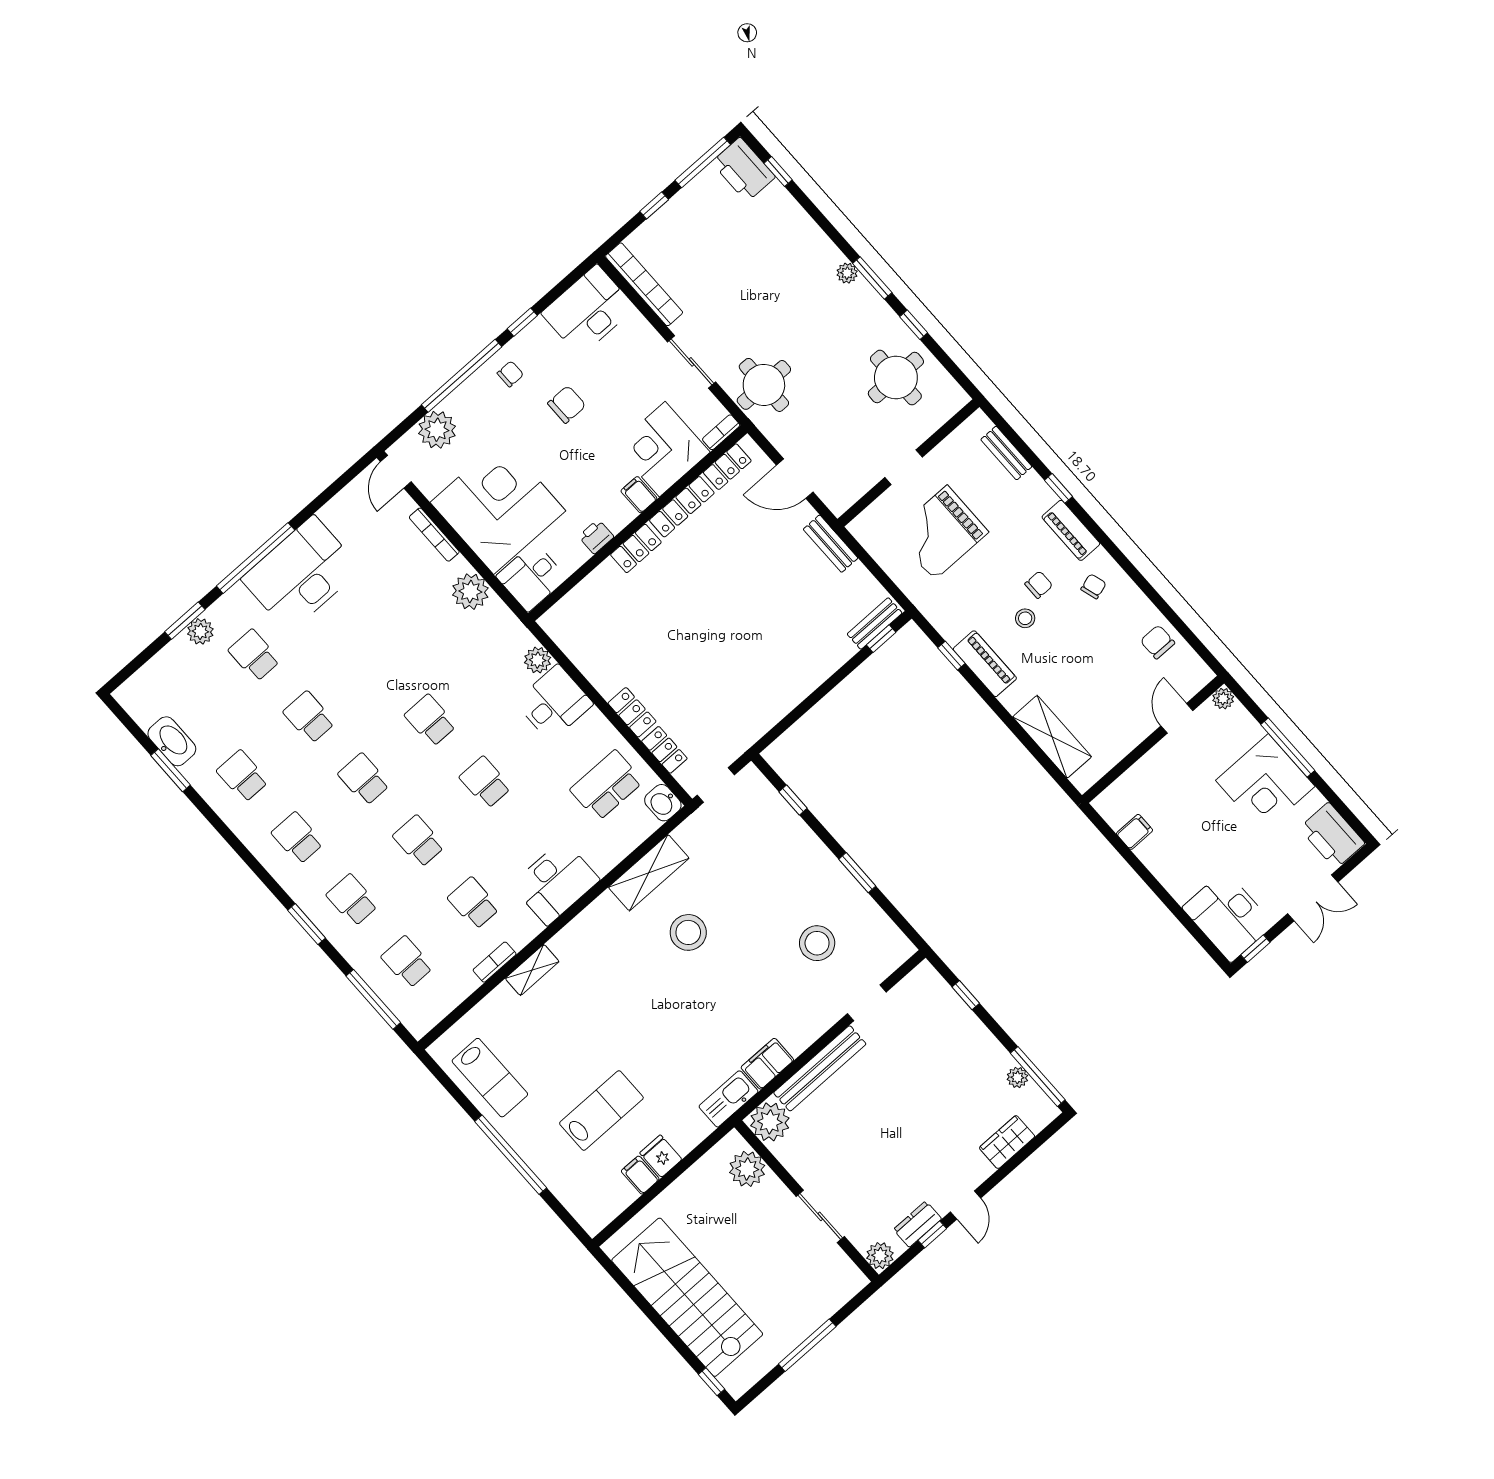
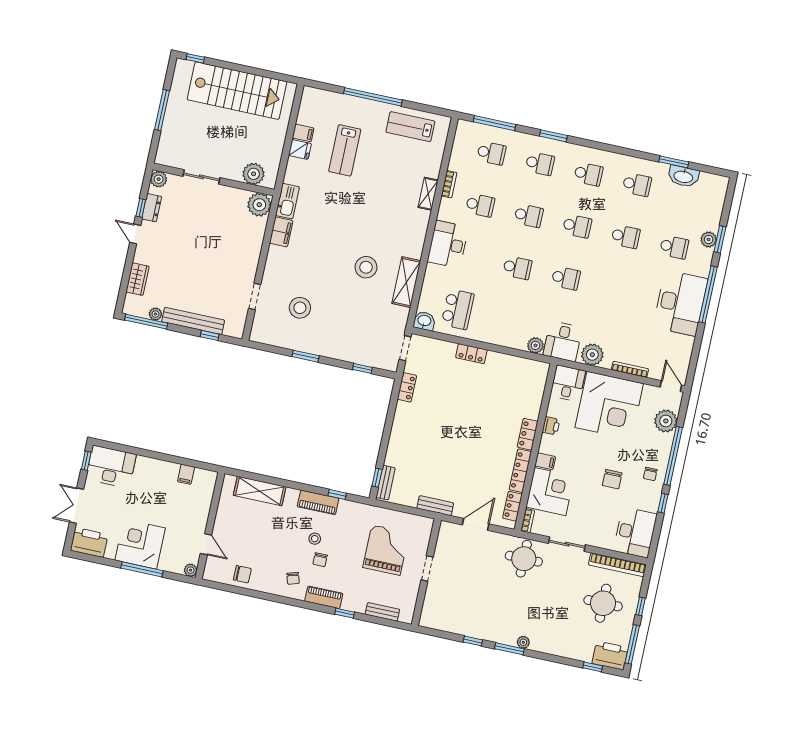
round table: (896, 378) -> (603, 603), moved
desk: (554, 703) -> (563, 341), moved
locker: (664, 750) -> (407, 387), moved, turned -90
bench: (820, 1068) -> (193, 321), moved, turned 90

